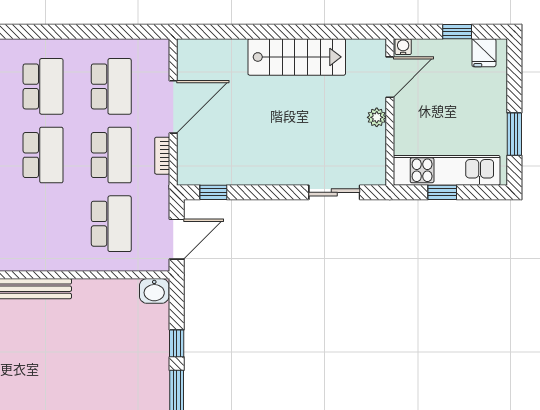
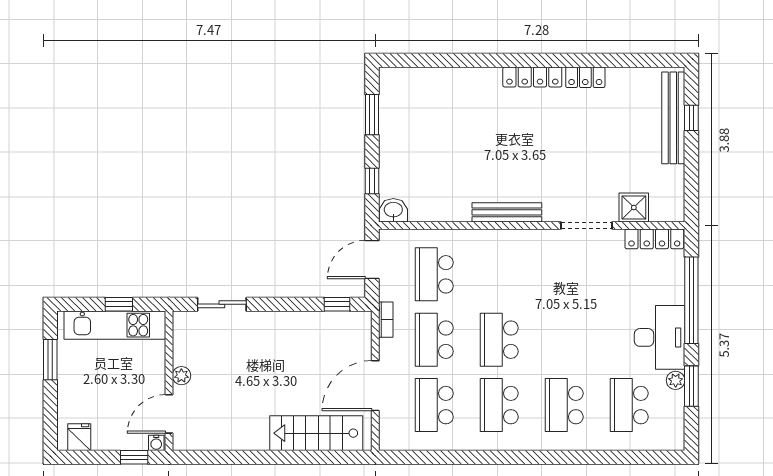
window: (457, 32) -> (134, 457), moved
stairs: (297, 57) -> (316, 433), moved
bookcase: (162, 156) -> (386, 320), moved
window: (177, 343) -> (372, 181), moved

